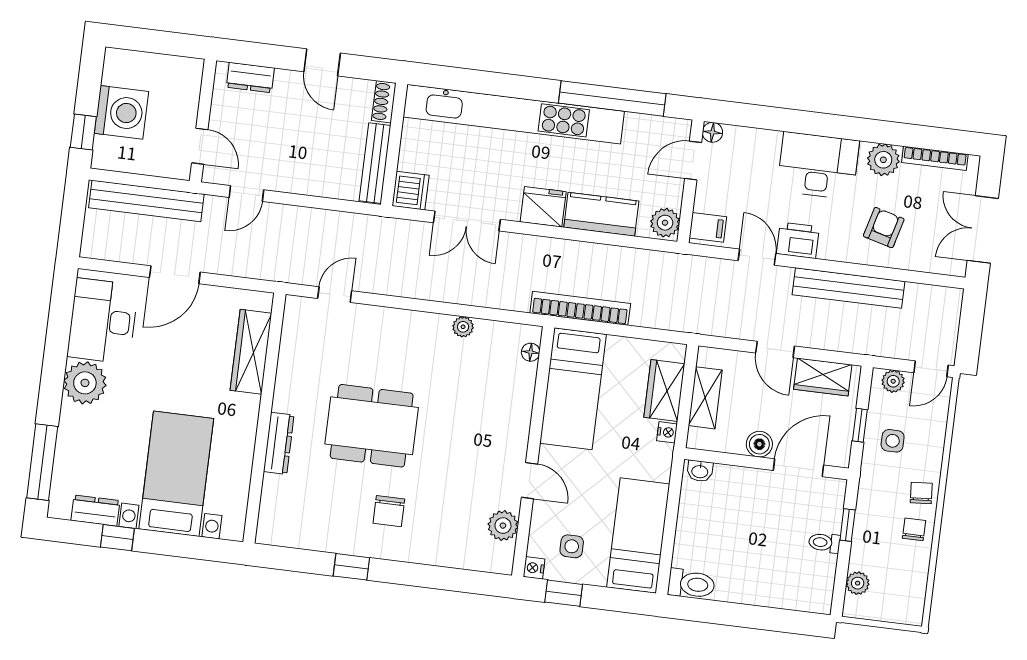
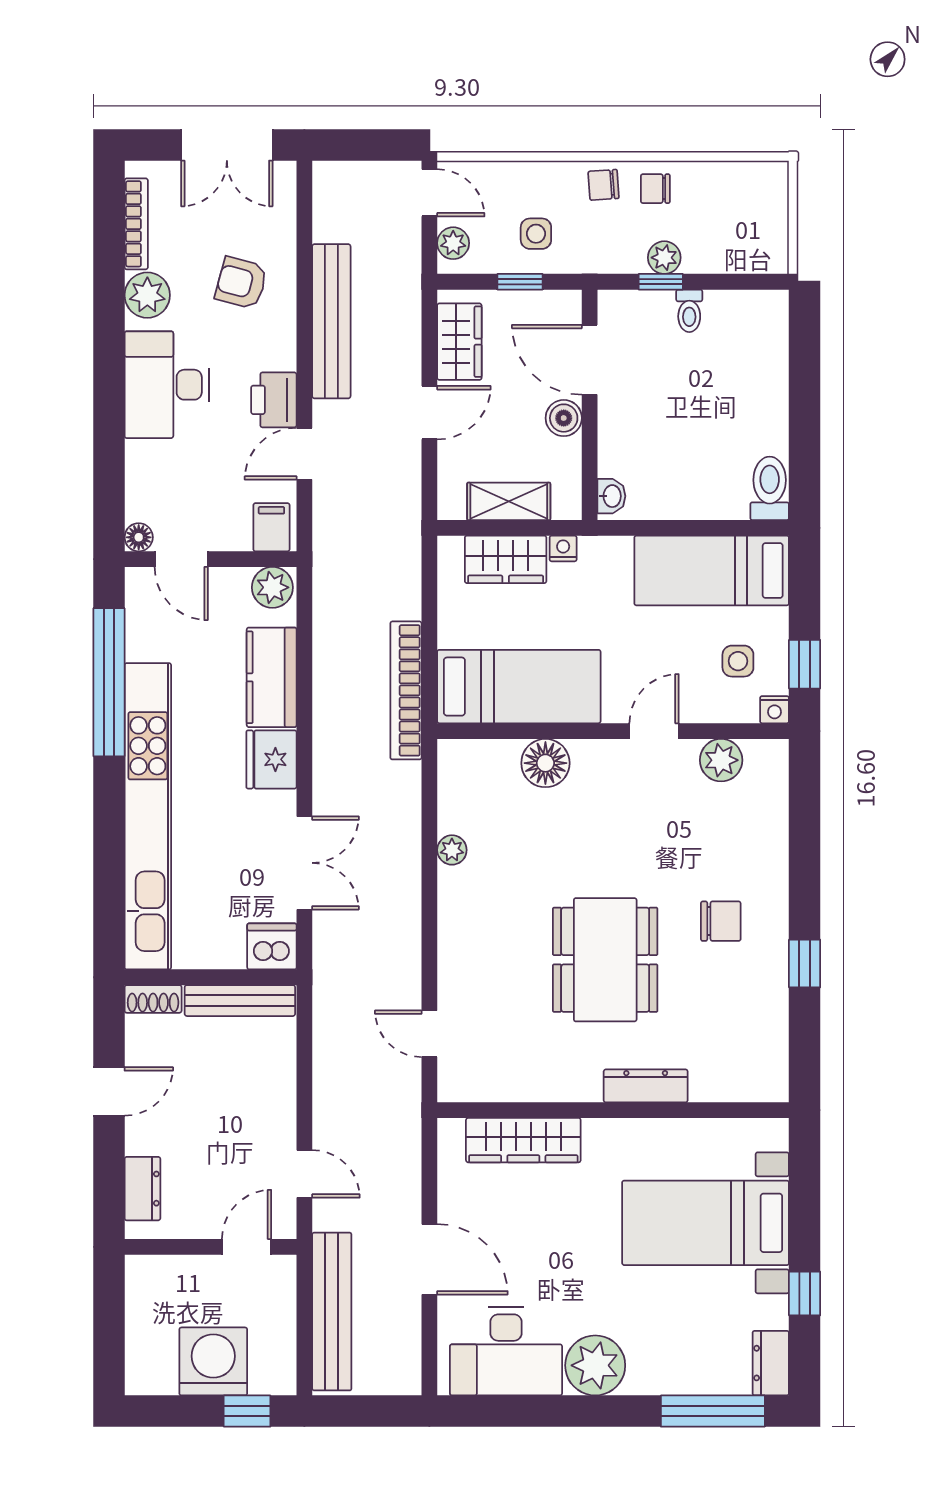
floor lamp: (531, 352) -> (545, 763), moved, width x1.89, depth x1.89
dresser: (95, 511) -> (771, 1363), moved
plant: (858, 583) -> (664, 258), moved

